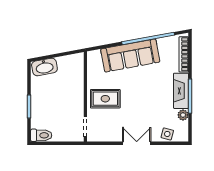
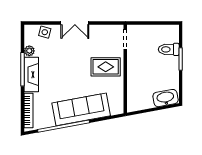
toilet: (41, 135) -> (169, 49), moved

